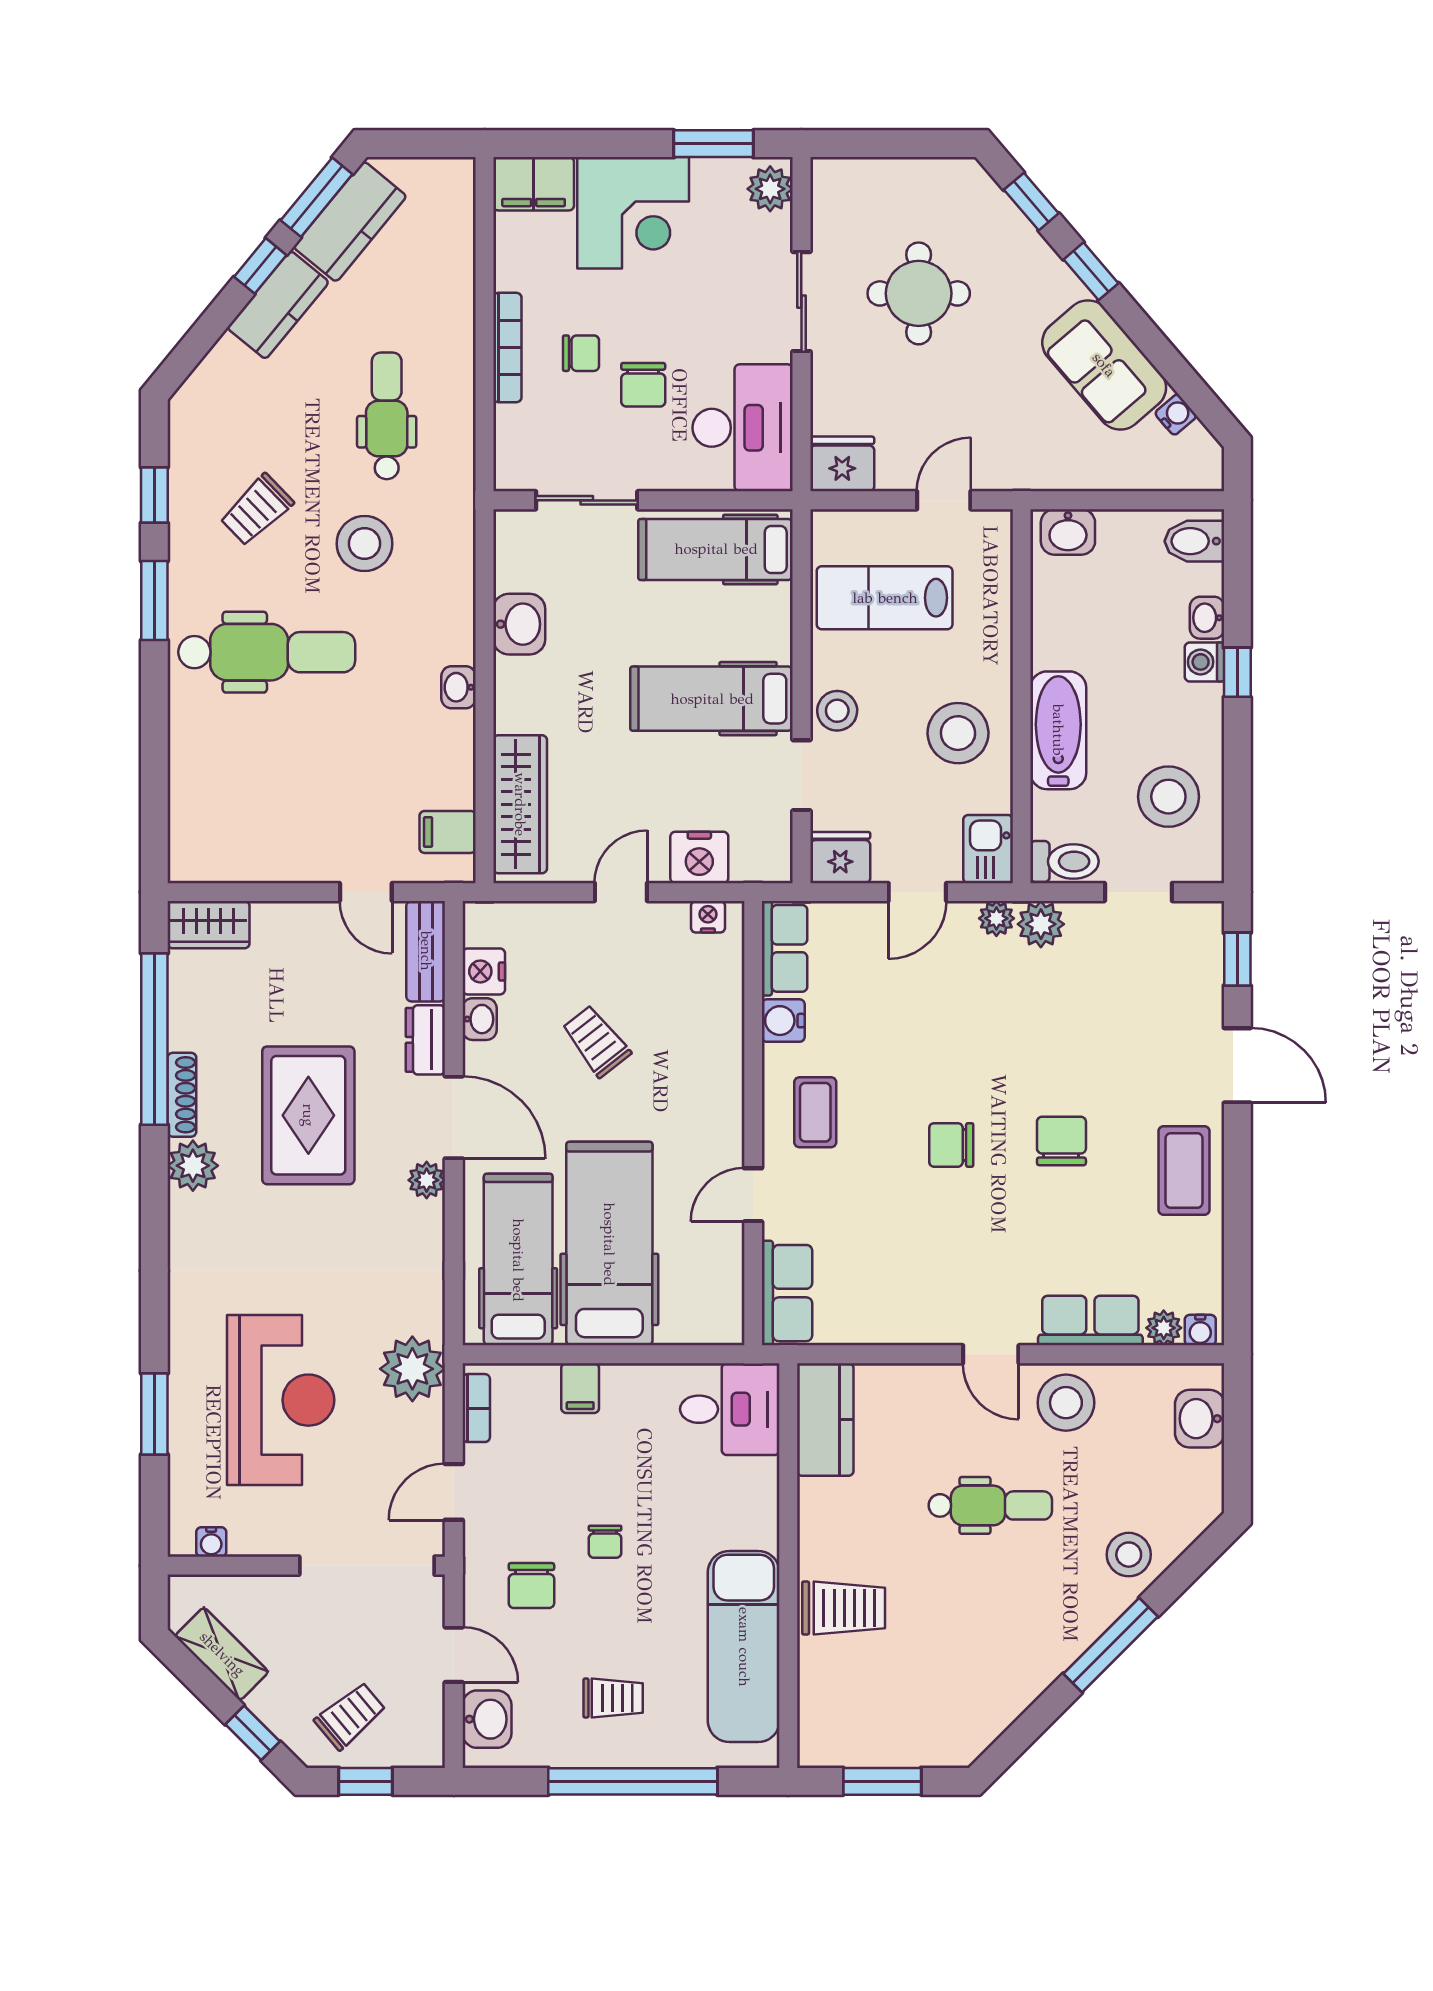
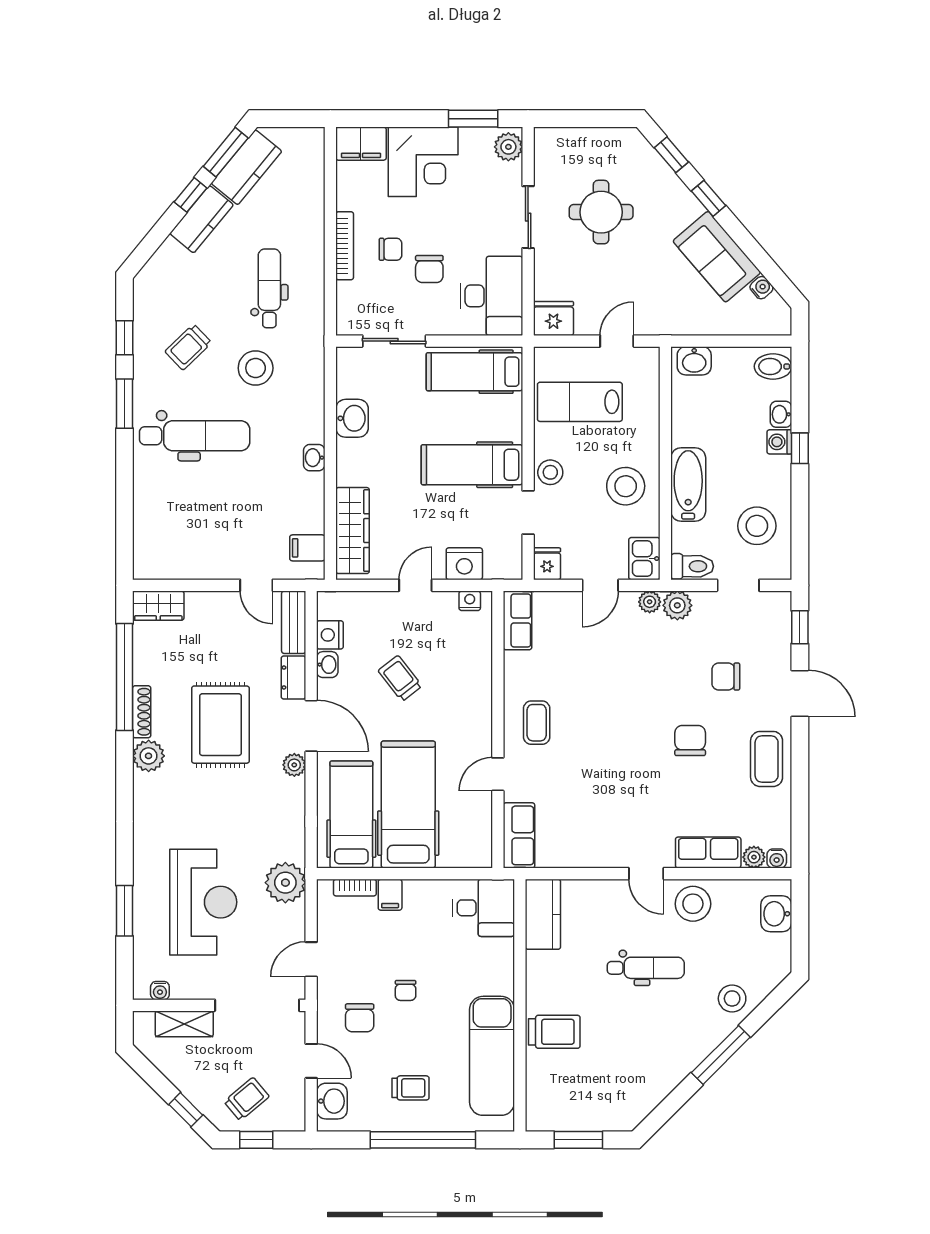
fridge: (840, 858) -> (547, 564), width x0.72
water cooler: (783, 1021) -> (517, 665), removed
chair: (951, 1145) -> (726, 677), moved
bookcase: (476, 1408) -> (355, 888), moved, turned 90
shelving: (222, 1654) -> (184, 1024), moved, turned -45

